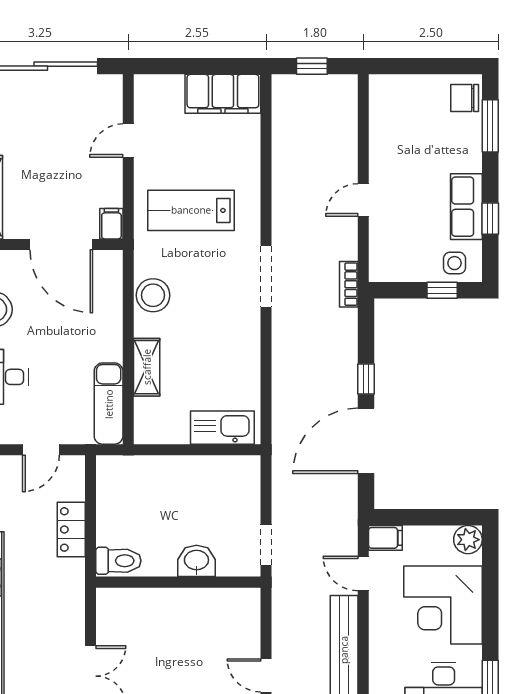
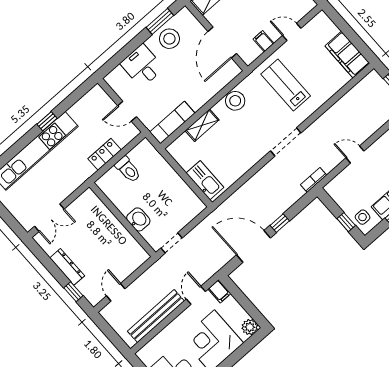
filing cabinet: (111, 224) -> (264, 41), moved, turned -90
toilet: (118, 561) -> (128, 169), moved

